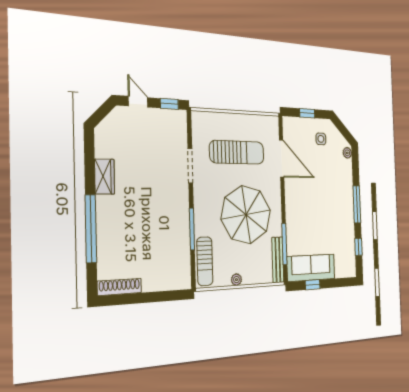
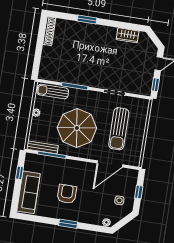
wardrobe: (105, 177) -> (128, 35), moved
window: (357, 204) -> (68, 224), width x0.69
armchair: (325, 213) -> (67, 194), added
window: (91, 229) -> (87, 20), width x0.47
window: (358, 247) -> (38, 219), removed
sofa: (311, 268) -> (28, 192), moved

